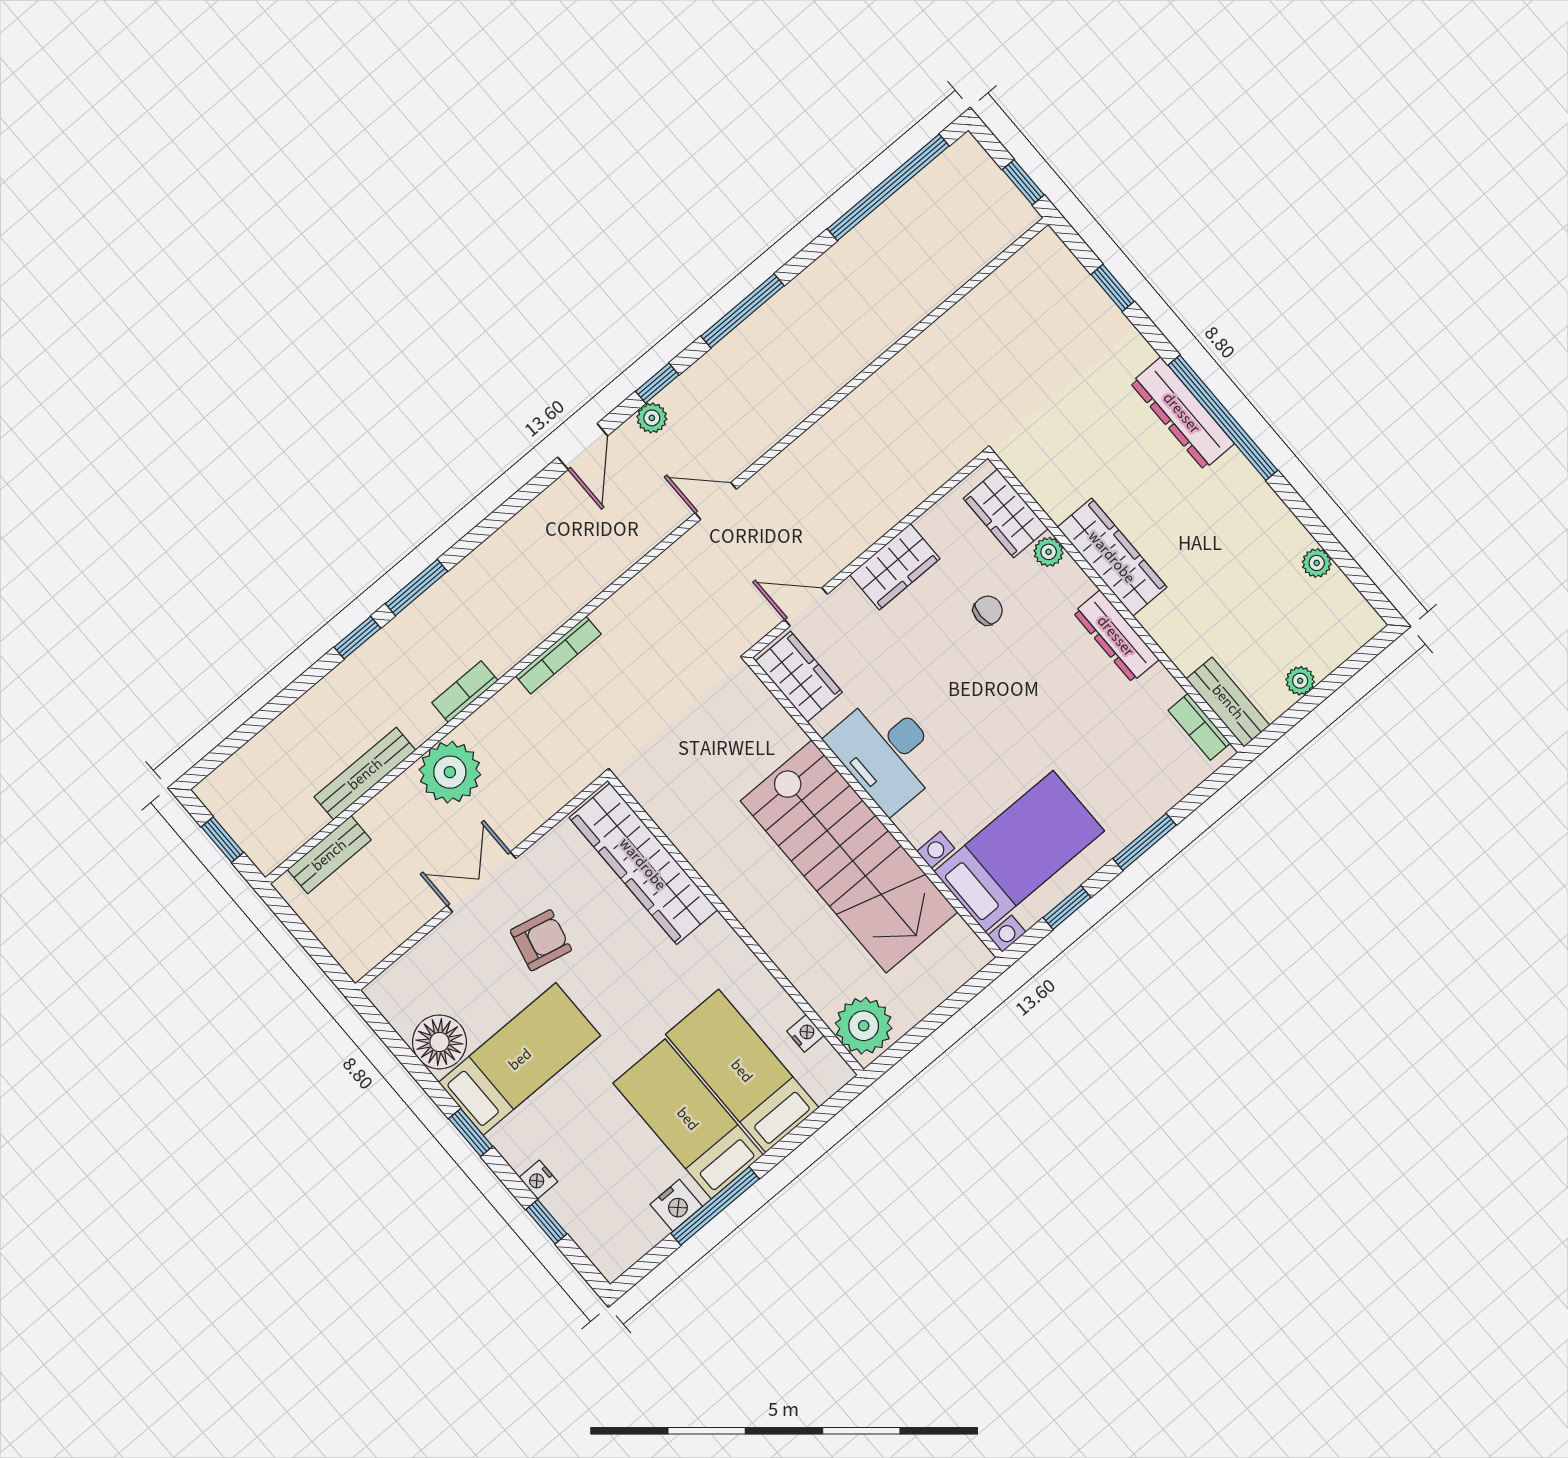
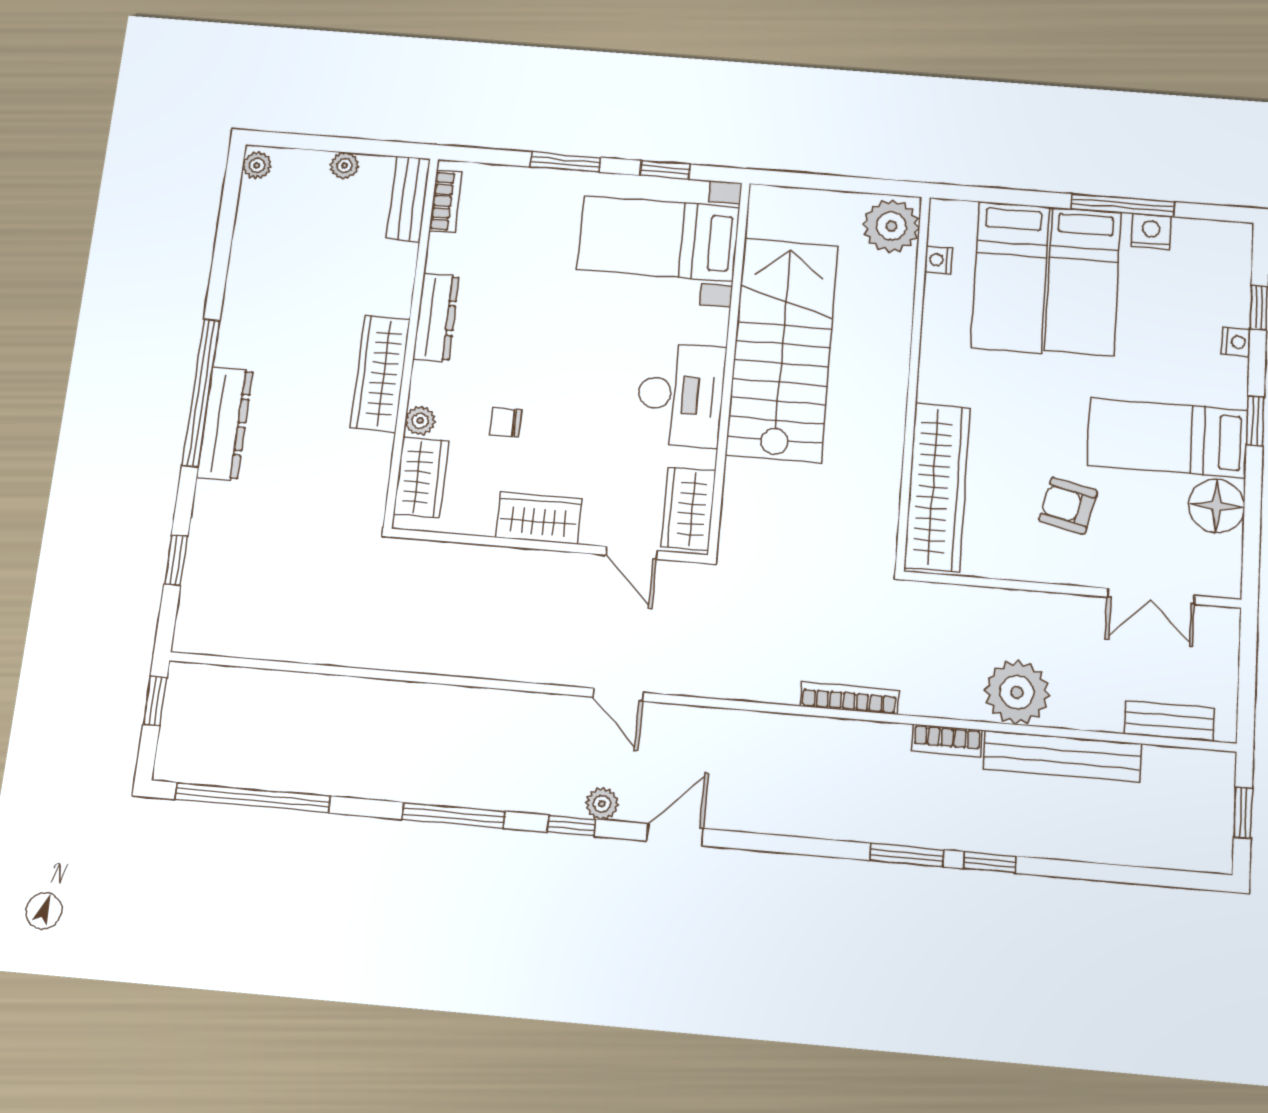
plant: (1317, 563) -> (257, 165), moved
bench: (365, 774) -> (1062, 756), width x1.37, depth x1.21
double door: (481, 882) -> (1151, 596), moved

